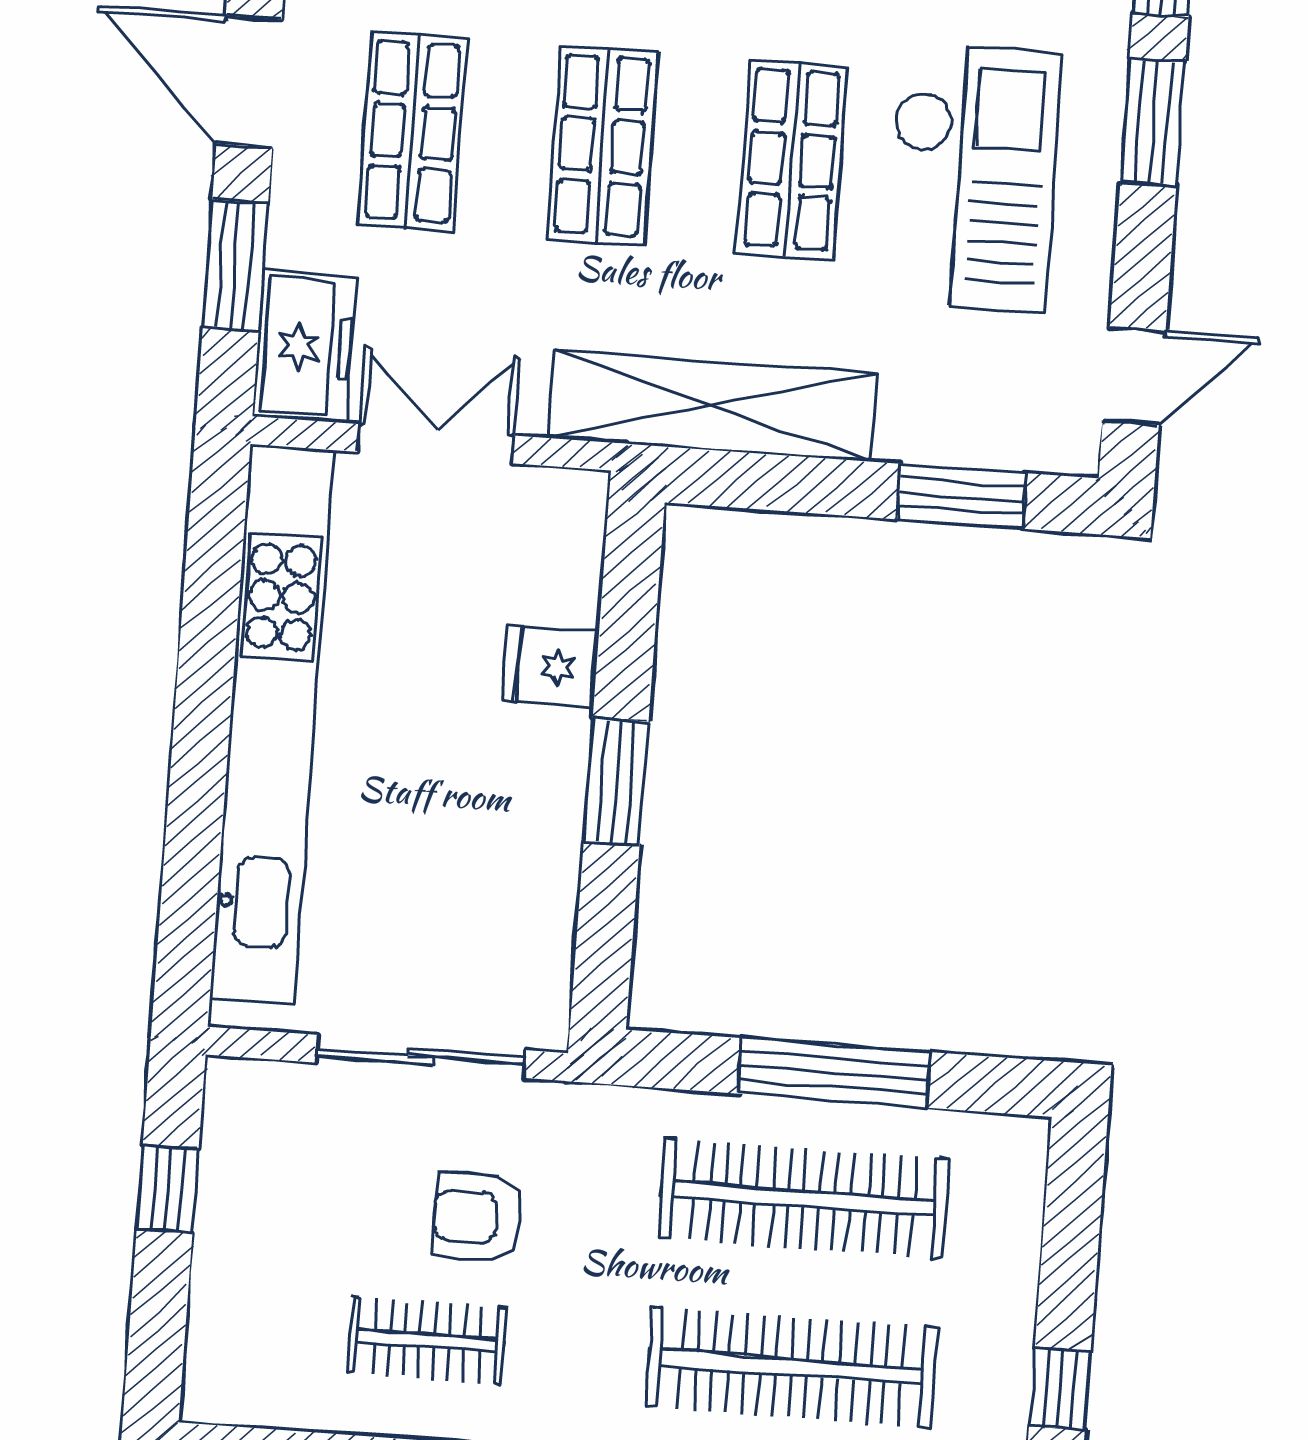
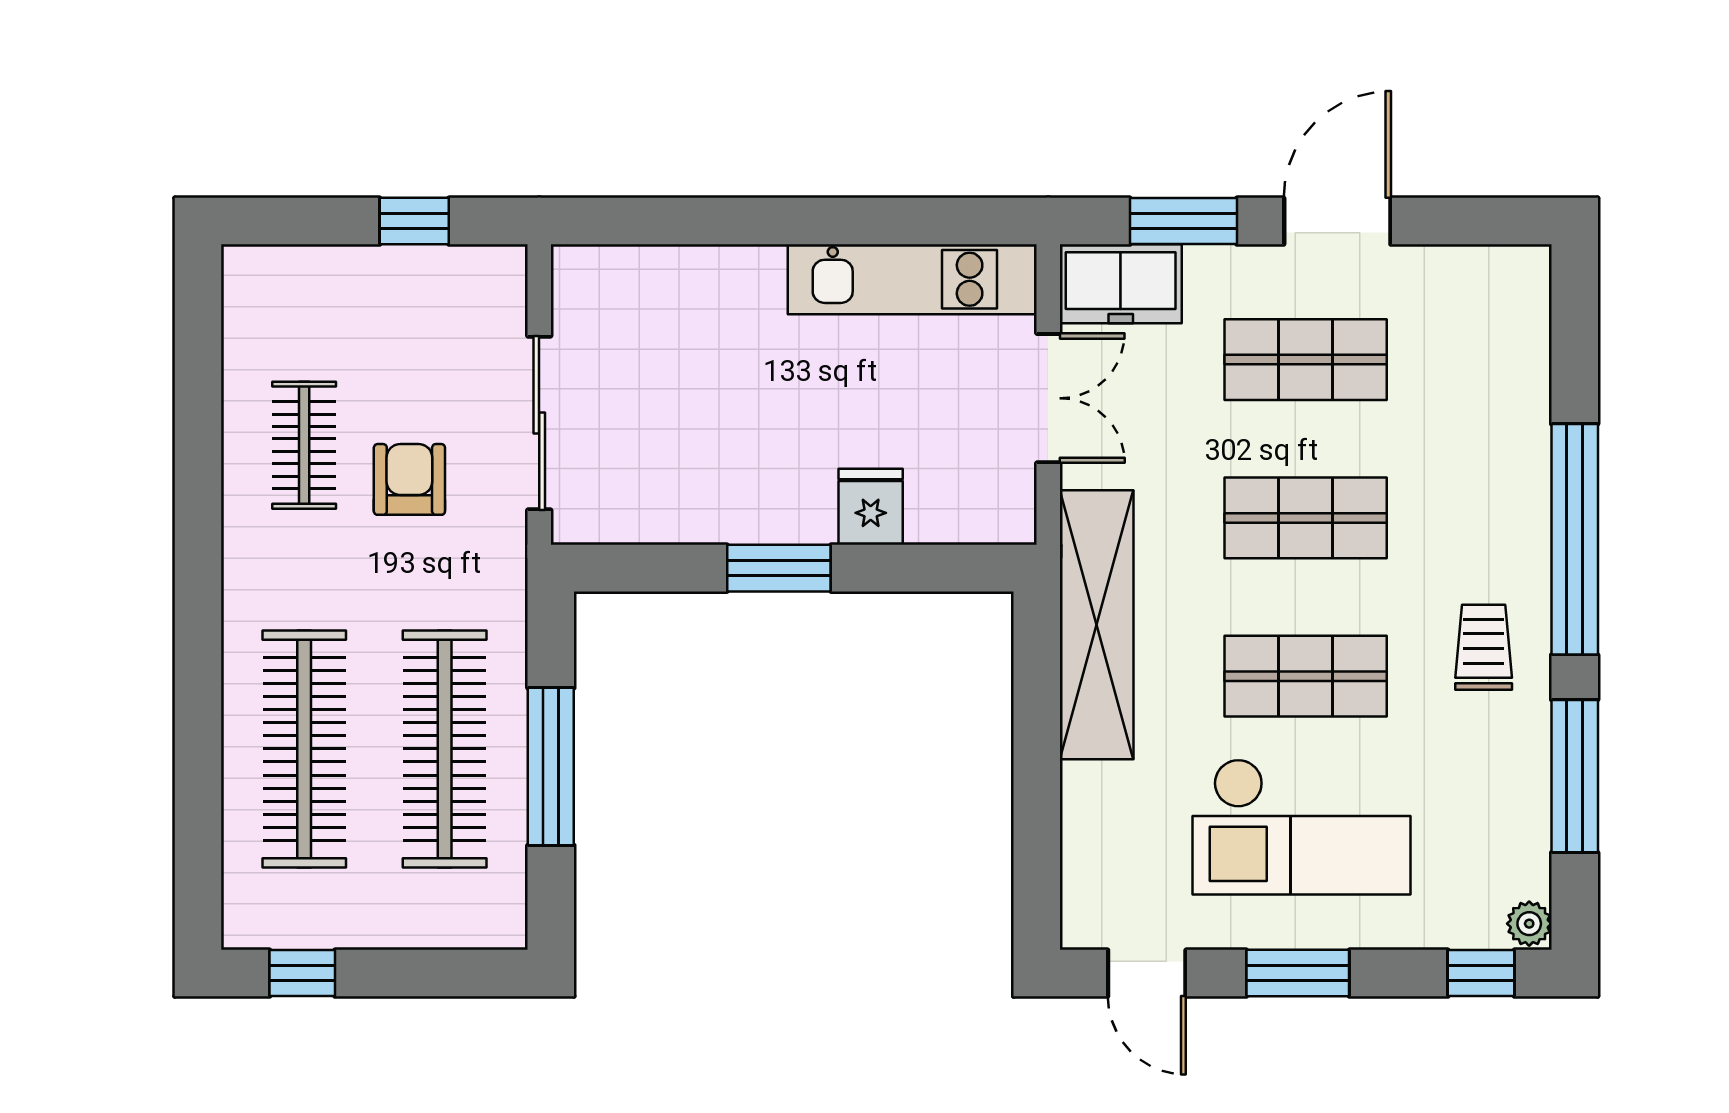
window: (1153, 122) -> (1298, 973), moved
window: (961, 496) -> (1037, 837), removed
kitchen unit: (272, 724) -> (912, 279), width x0.54

